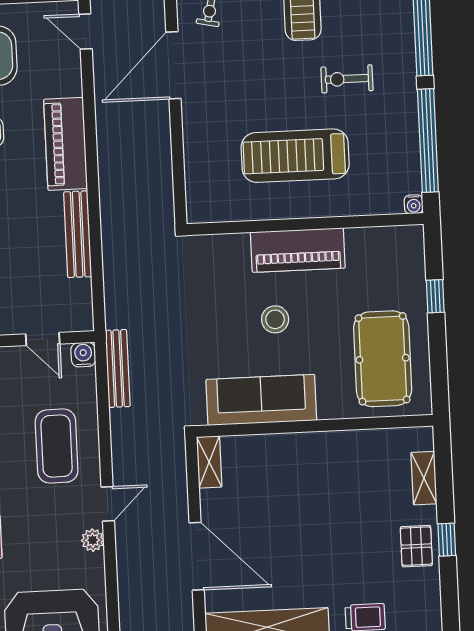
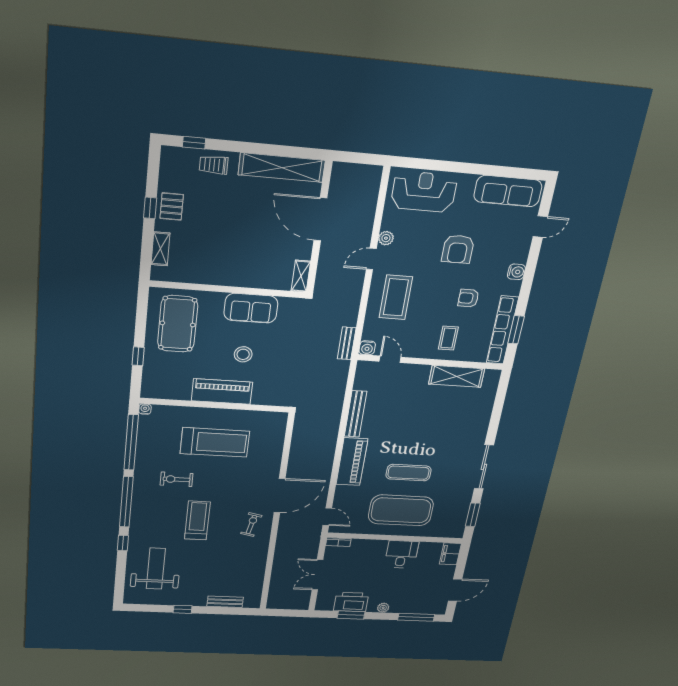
exercise bike: (347, 79) -> (177, 479), turned 180
bench: (118, 368) -> (347, 343), width x0.73
sofa: (261, 400) -> (251, 308), width x0.73

